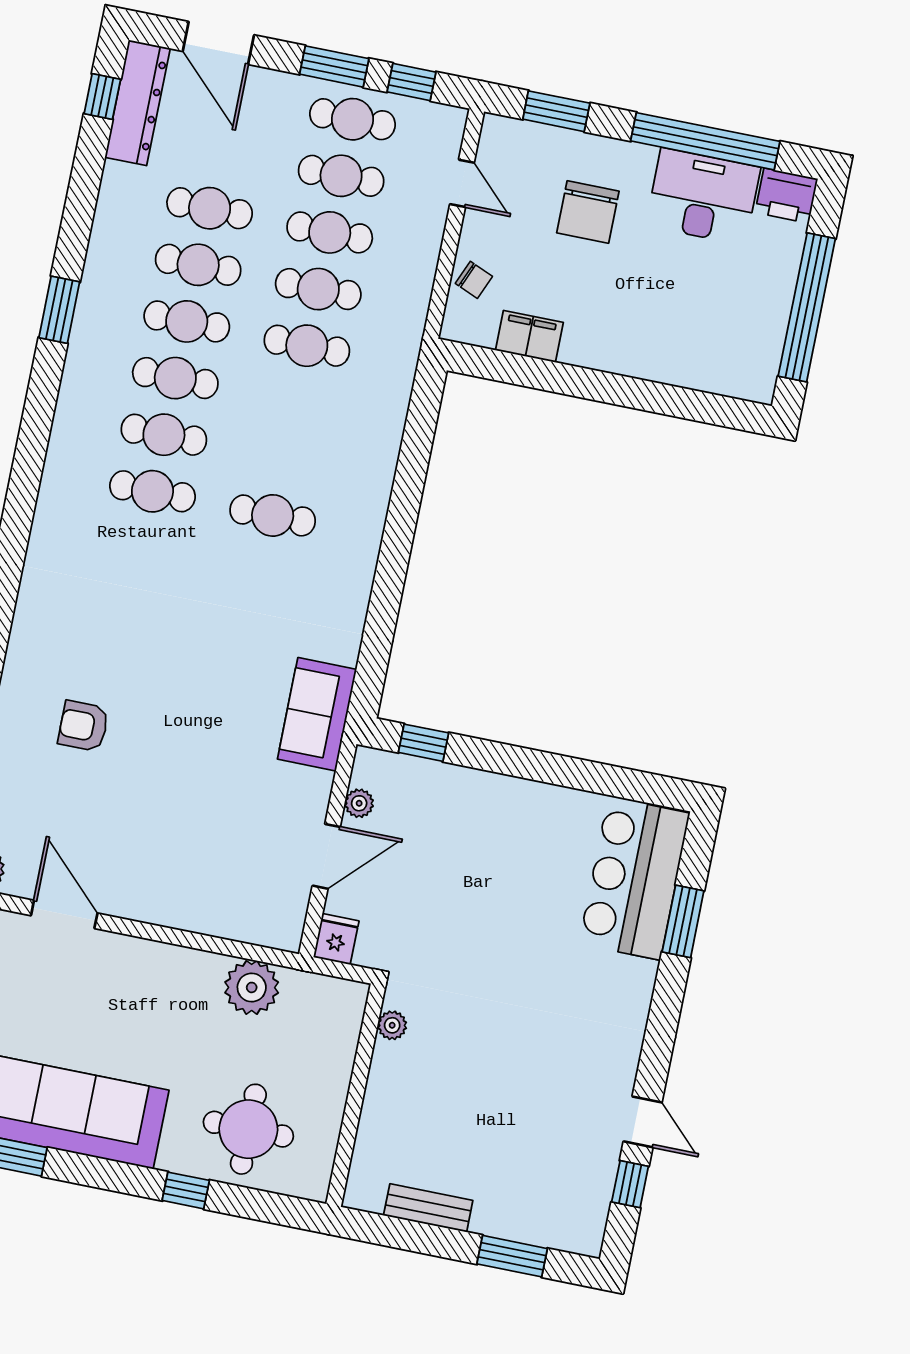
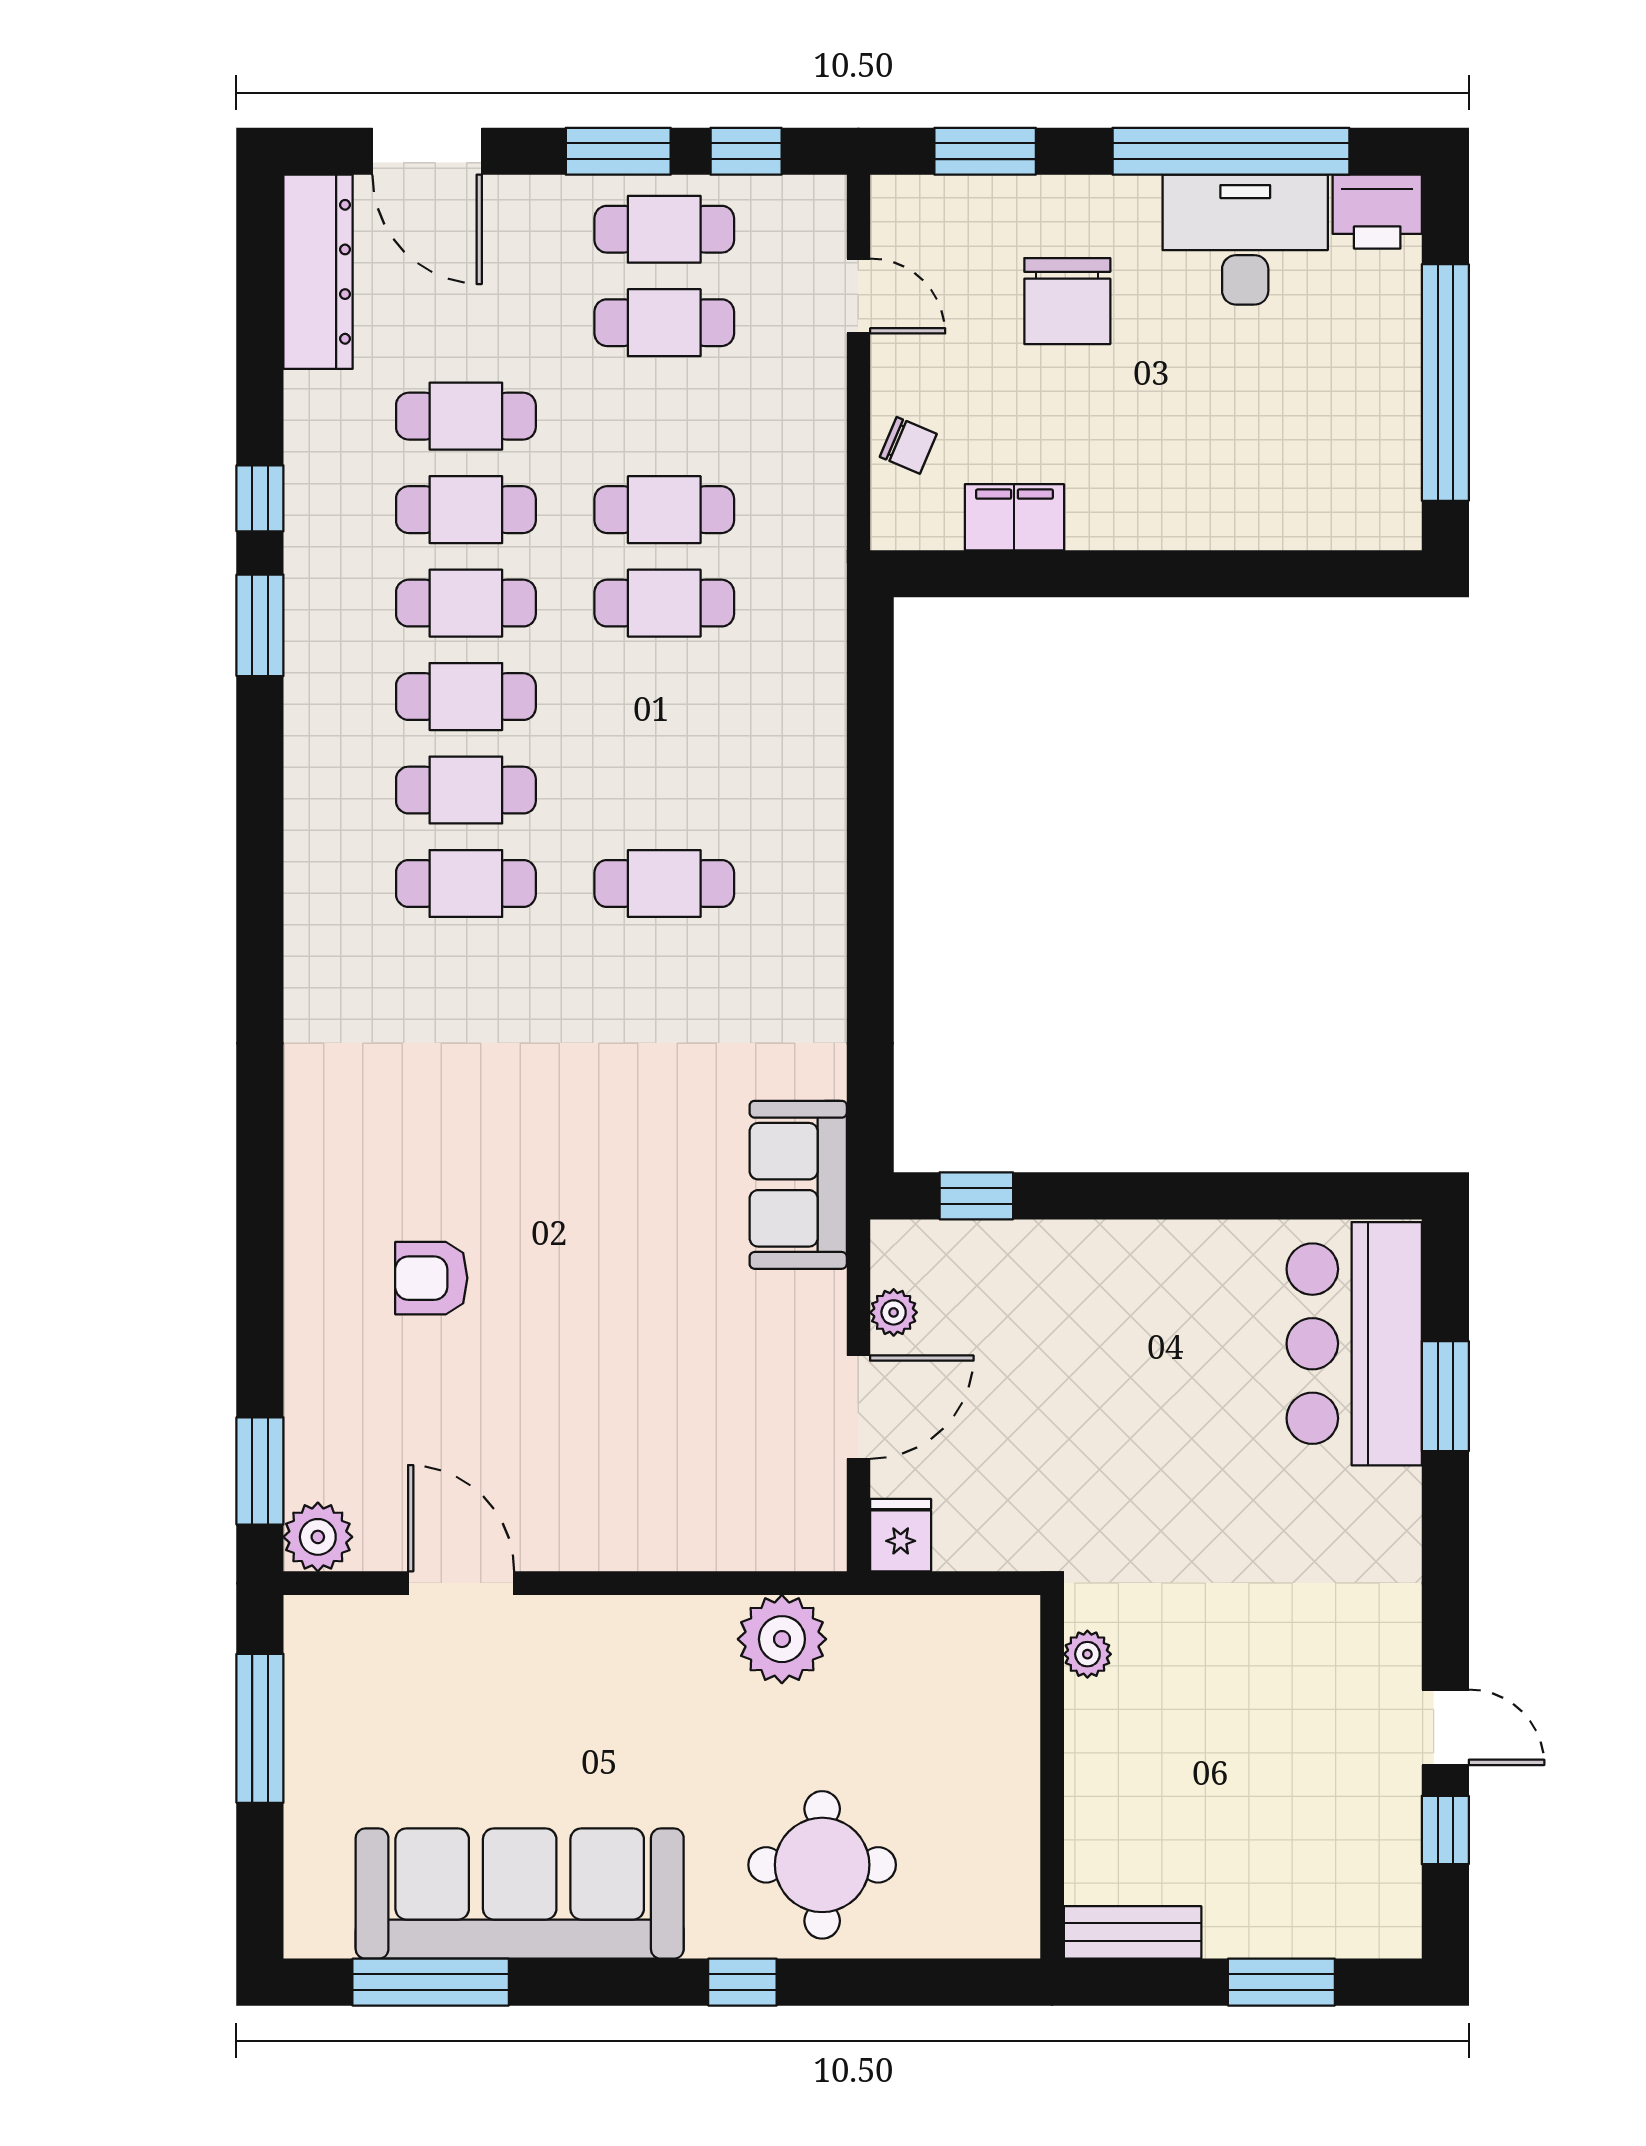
window: (102, 96) -> (260, 498), moved
cafe table: (330, 232) -> (664, 416), removed
plant: (392, 1025) -> (1087, 1654), moved
wall: (356, 1095) -> (1052, 1777), moved

